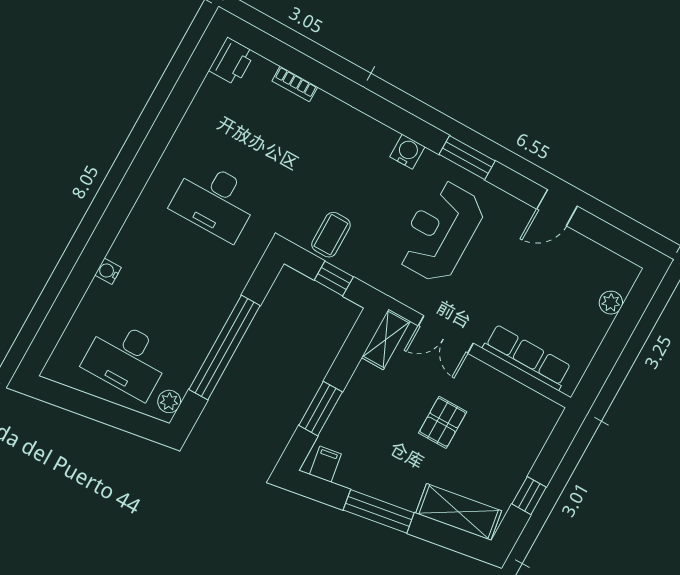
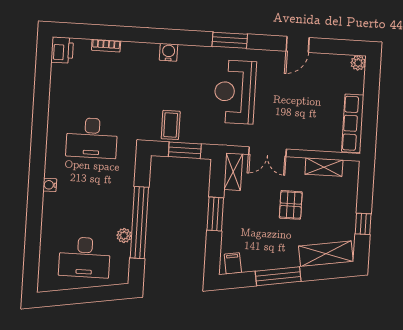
water cooler: (407, 152) -> (169, 52), moved
water cooler: (108, 271) -> (50, 185), moved
window: (334, 278) -> (185, 150), width x1.50
plant: (611, 303) -> (358, 63), moved
row of seats: (527, 357) -> (353, 123), moved, turned -90
shelving: (513, 392) -> (324, 167), added
plant: (169, 401) -> (124, 235), moved
window: (321, 409) -> (215, 214), moved

